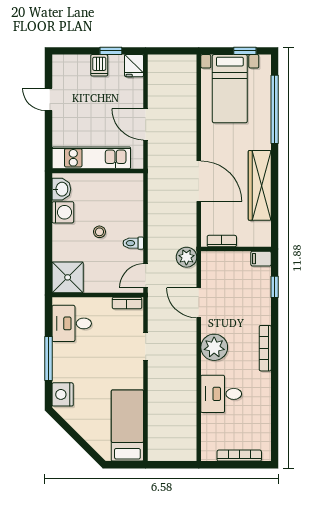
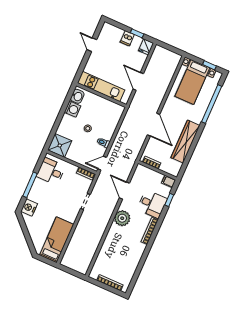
plant: (186, 257) -> (129, 163), removed
desk: (221, 394) -> (152, 204), moved, turned 180

